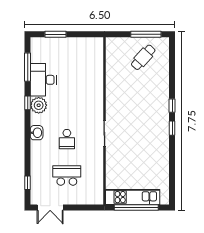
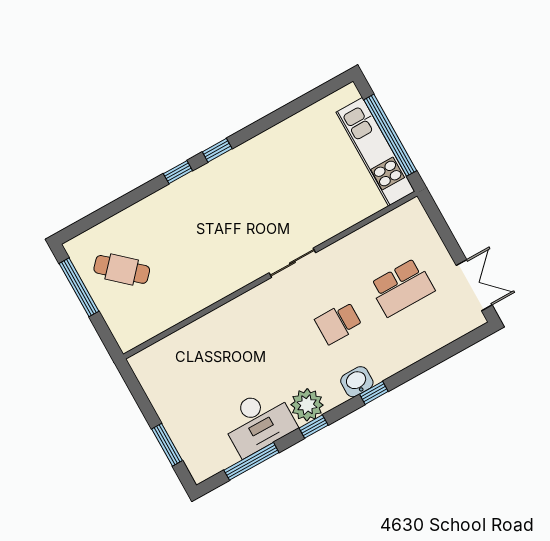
school desk: (67, 139) -> (339, 323), turned 180
school desk: (67, 175) -> (402, 287), turned -90
window: (28, 183) -> (374, 393), moved

